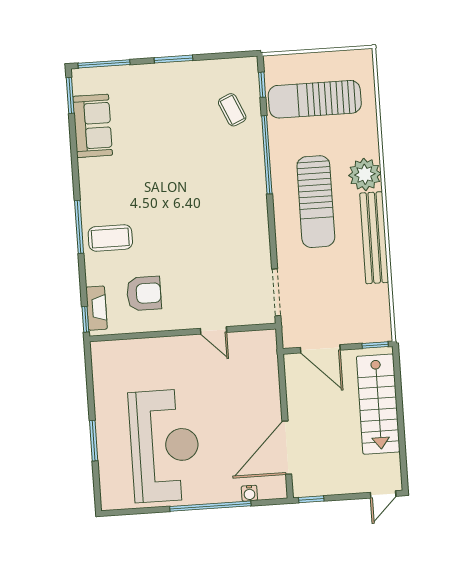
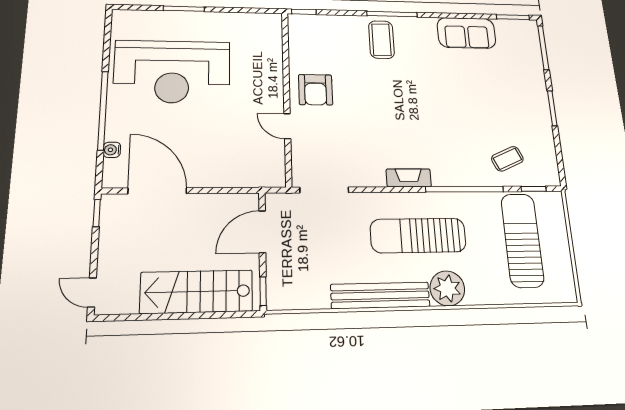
sofa: (93, 126) -> (466, 33), moved
armchair: (144, 293) -> (315, 90), moved
fireplace: (97, 308) -> (409, 178), moved, turned 180
door: (214, 330) -> (287, 126), hinge flipped

